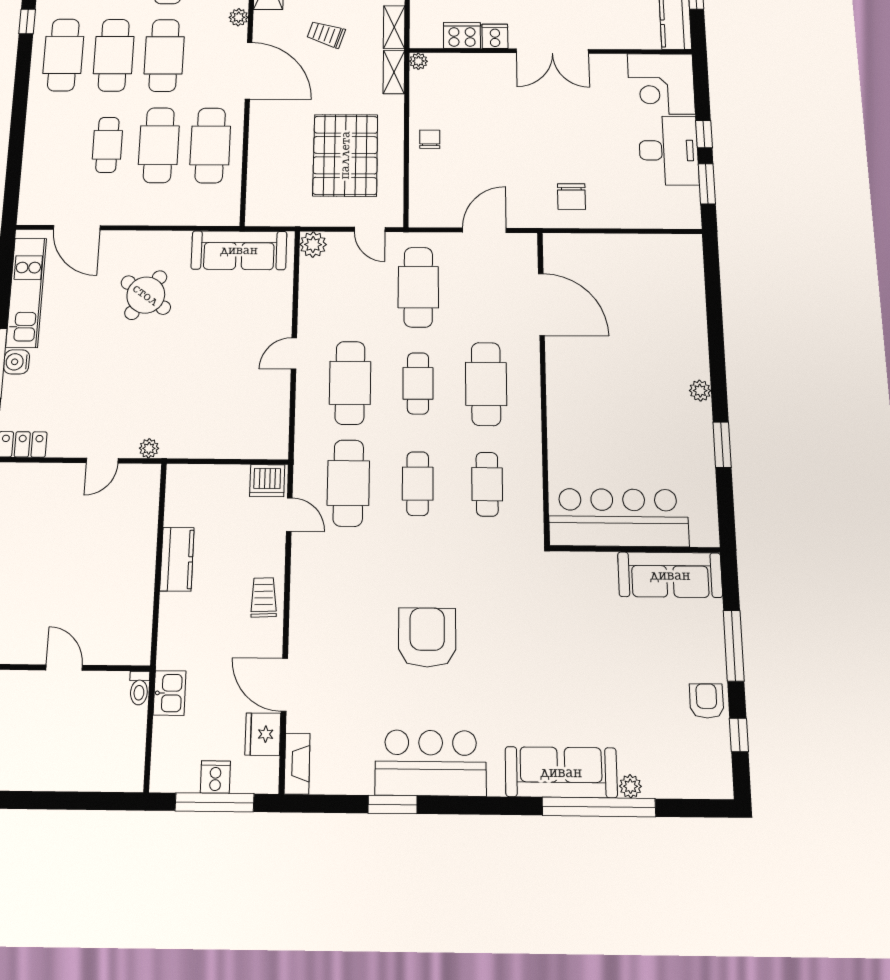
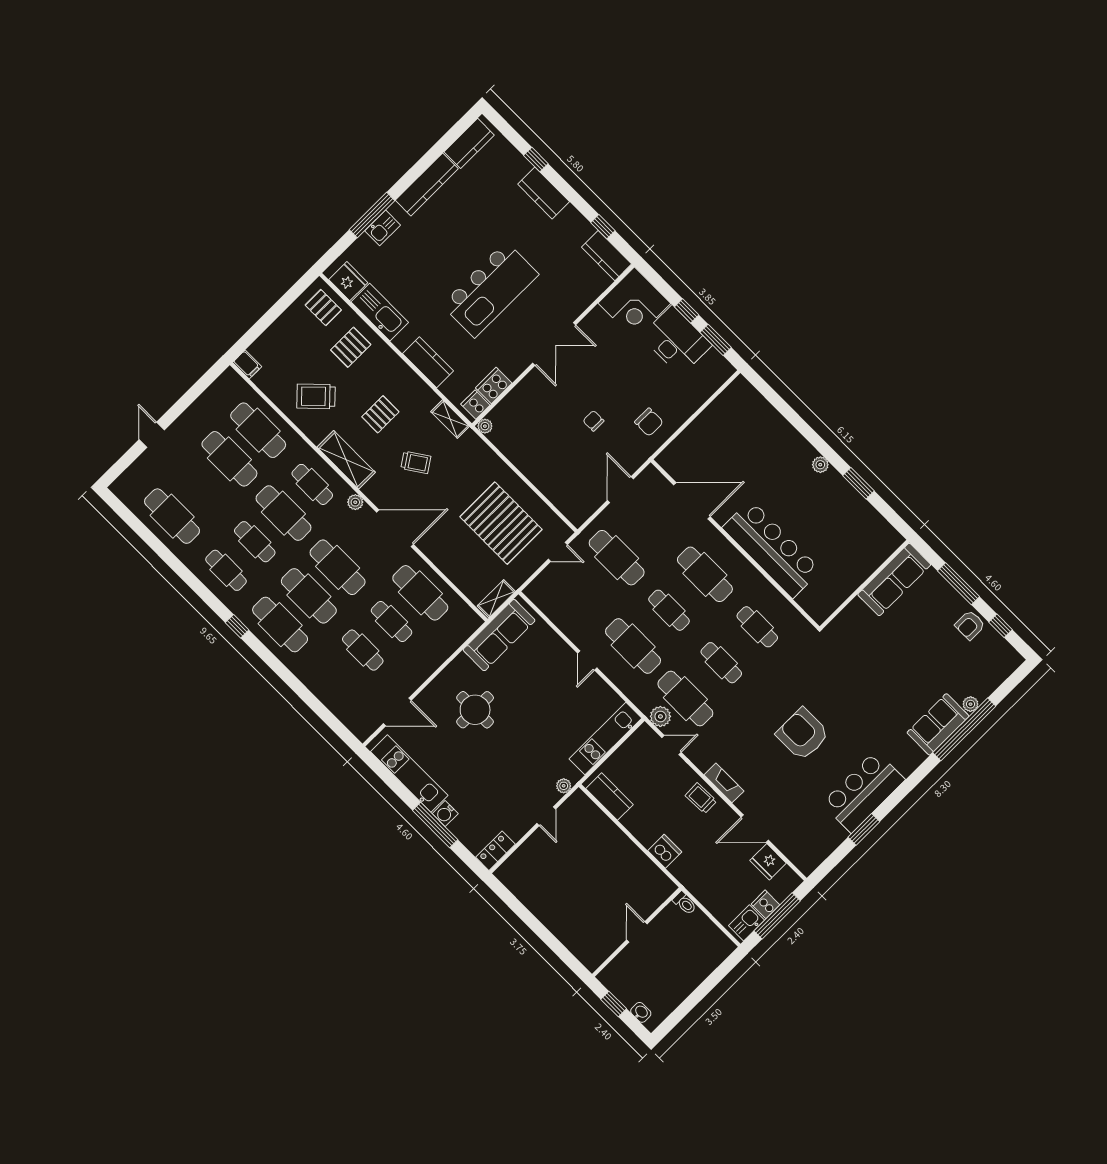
trolley: (326, 34) -> (416, 462), turned -142
cooker: (495, 36) -> (475, 405), moved
shelving: (394, 72) -> (496, 599), moved, turned 90
chair: (430, 139) -> (593, 421), moved
cafe table: (159, 145) -> (392, 621), width x0.73, depth x0.74
plant: (313, 244) -> (660, 716), moved
round table: (146, 295) -> (475, 710), turned -35
kitchen unit: (234, 444) -> (605, 739), added
dishwasher: (267, 481) -> (665, 851), moved, turned -90
bar counter: (618, 518) -> (772, 549), moved, turned 90
kitchen counter: (177, 559) -> (610, 797), moved
door: (64, 668) -> (637, 932), hinge flipped
kitchen sink: (170, 693) -> (747, 923), moved, turned -90
armchair: (707, 701) -> (970, 625), turned -90
fireplace: (297, 764) -> (724, 783), moved
sofa: (561, 772) -> (938, 724), width x0.73

